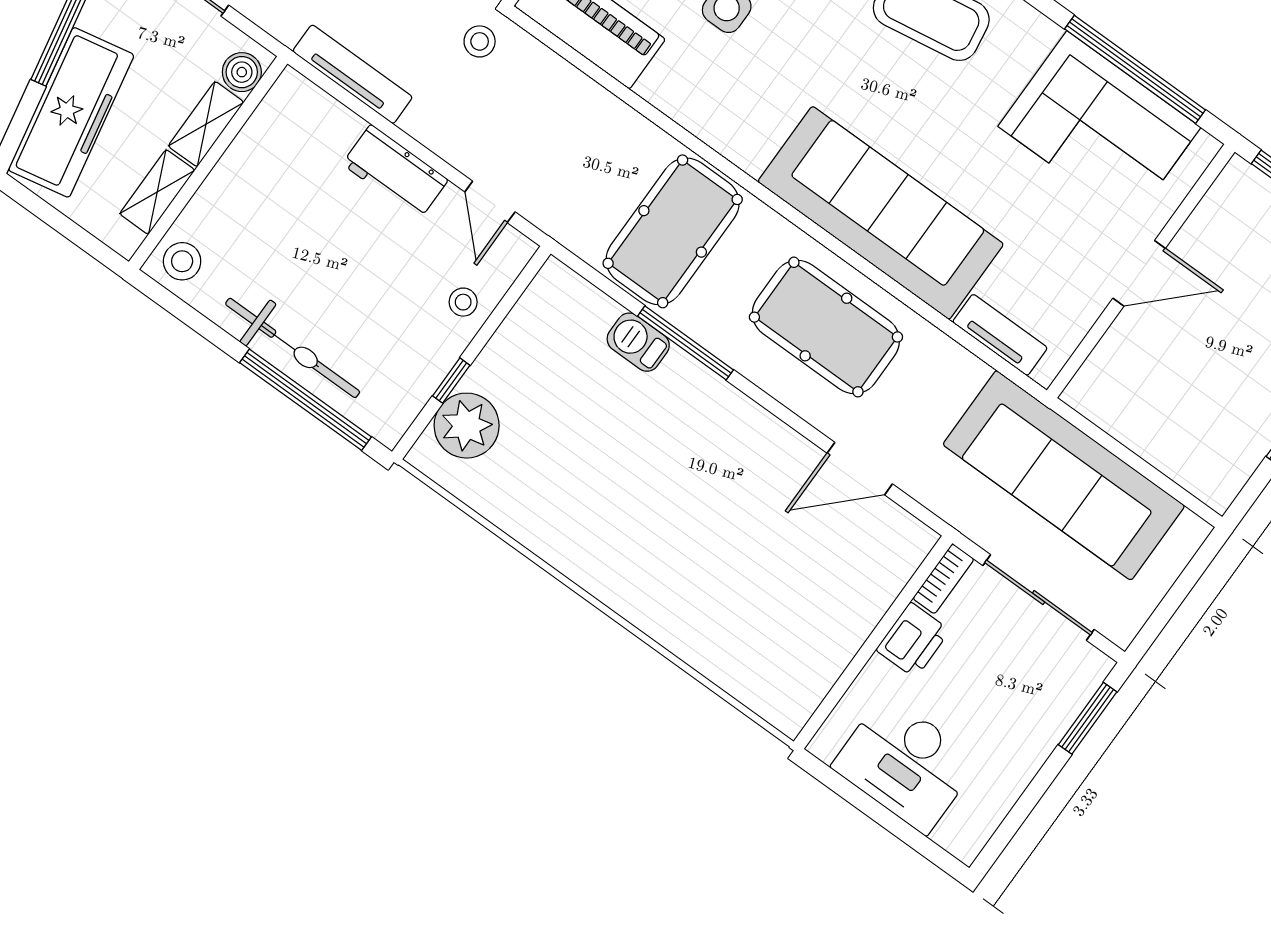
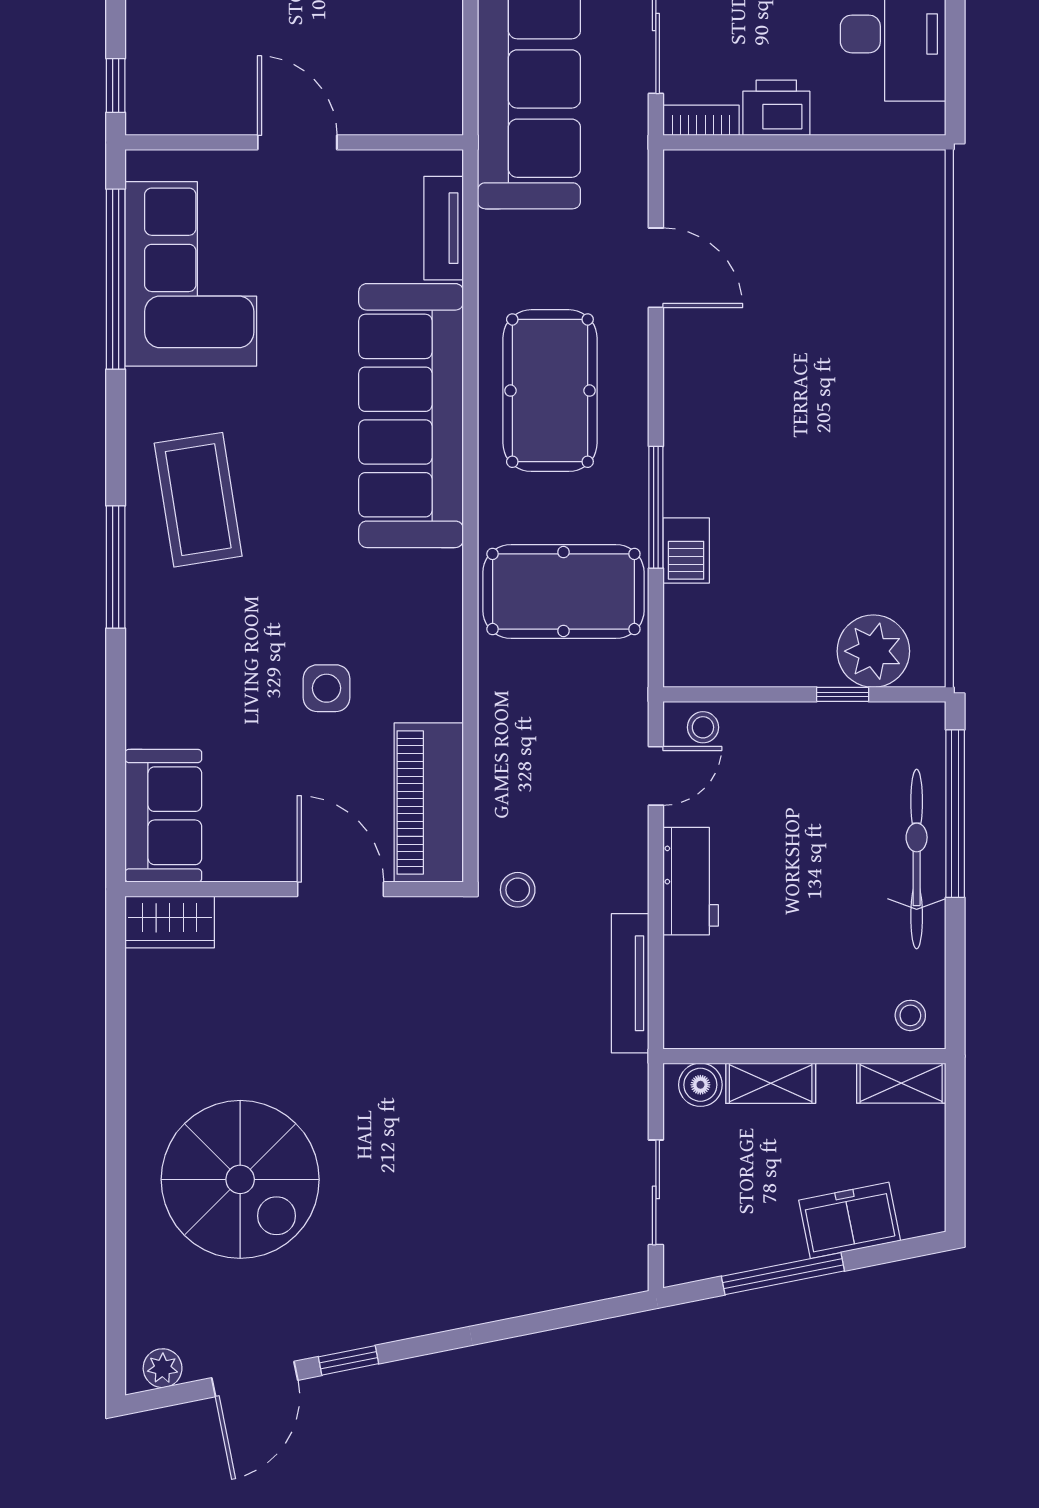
freezer: (71, 112) -> (850, 1220), width x0.52, depth x0.79
shelving: (157, 192) -> (901, 1083), moved
stool: (182, 261) -> (910, 1015), width x0.73, depth x0.73
stool: (463, 302) -> (703, 727), moved

